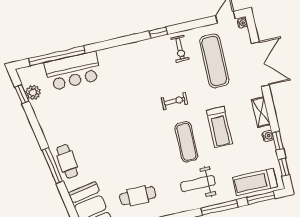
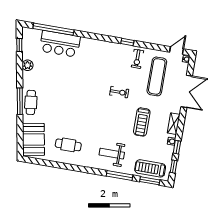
plant: (33, 92) -> (28, 65), moved
exercise mat: (186, 142) -> (116, 123), removed

